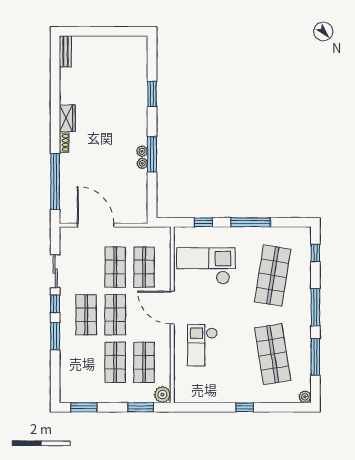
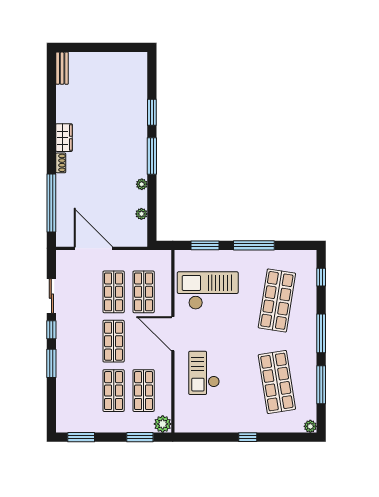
plant: (142, 151) -> (141, 214), moved
window: (152, 154) -> (152, 156), moved
window: (203, 222) -> (205, 245), width x1.50
shop shelf: (86, 315) -> (84, 341), removed

